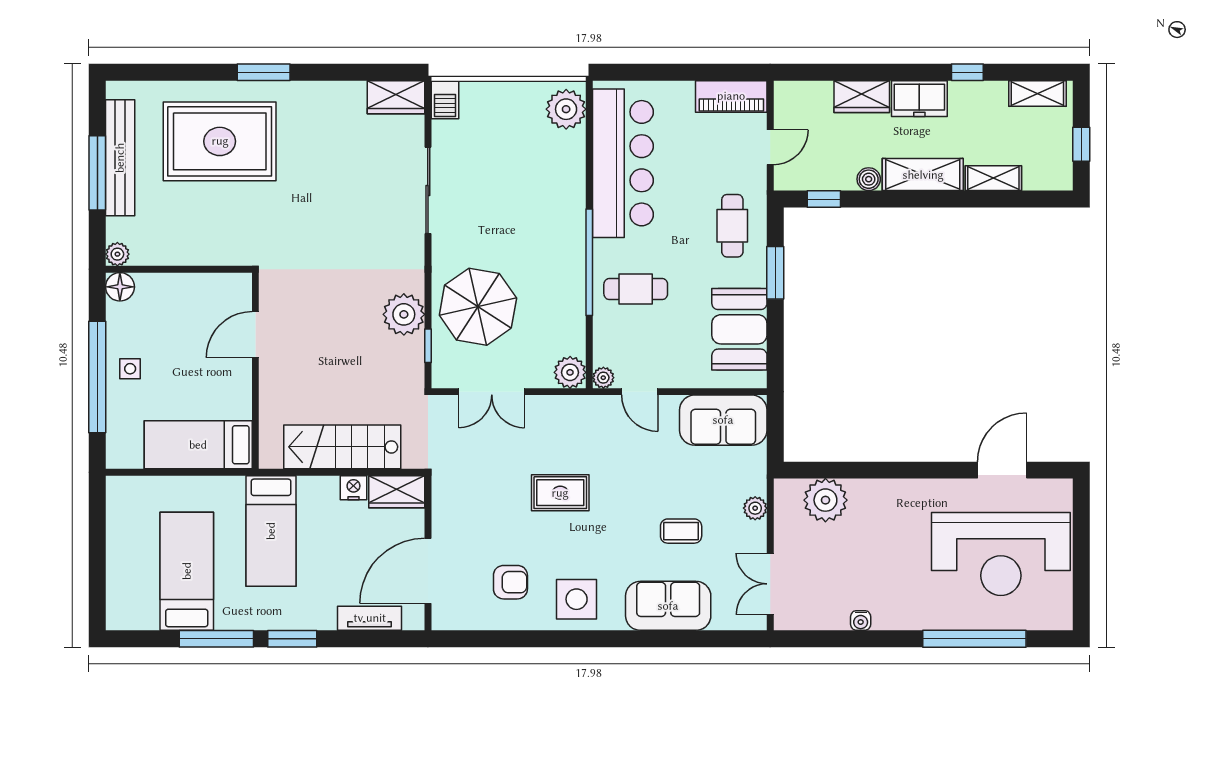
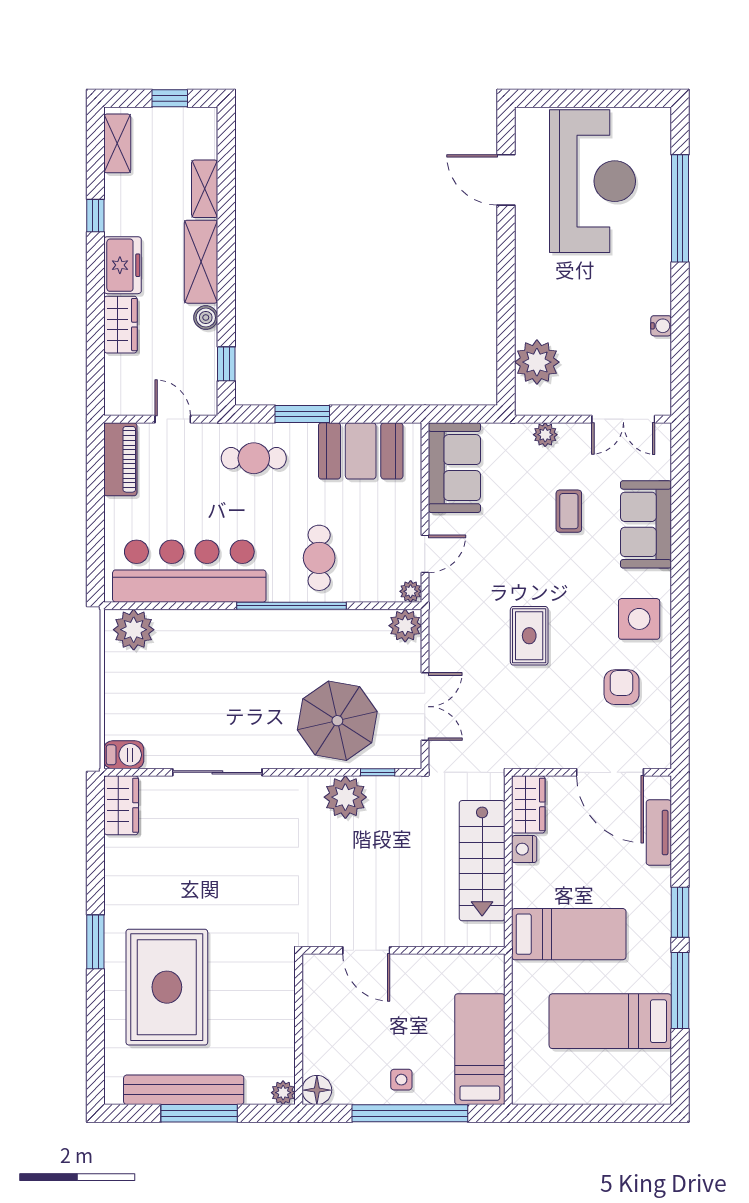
bed: (198, 445) -> (480, 1049), moved, turned 180

